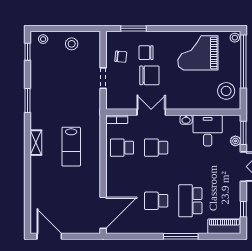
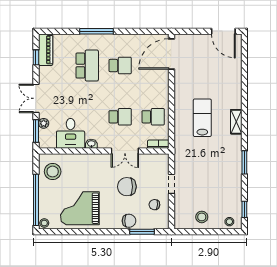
chair: (146, 53) -> (129, 221), moved
grand piano: (198, 53) -> (80, 208), turned 180
piano: (224, 226) -> (46, 50), moved, turned -90

